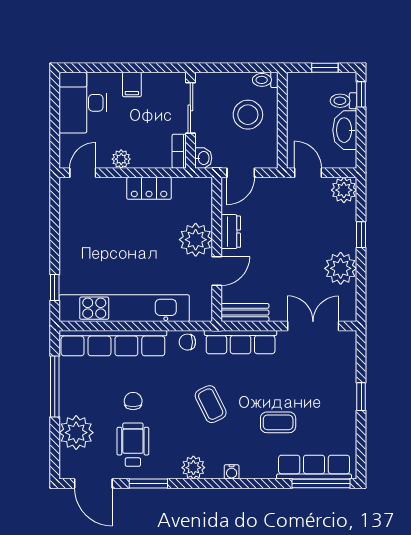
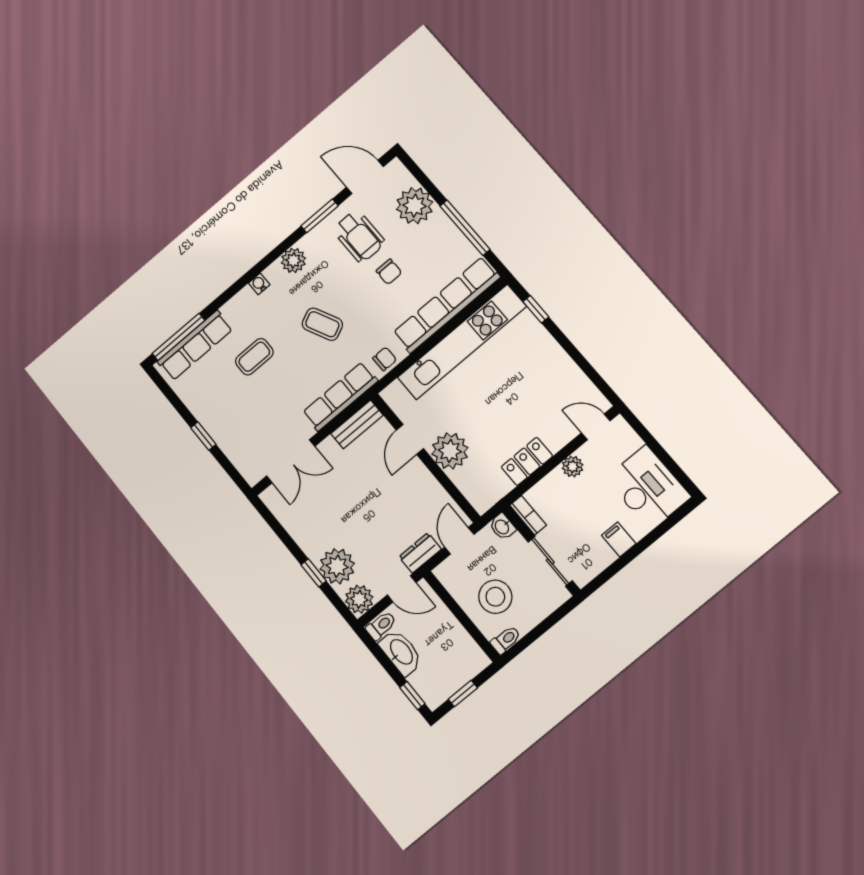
toilet: (344, 101) -> (381, 626), moved
door: (83, 173) -> (596, 427), swing flipped
dresser: (231, 232) -> (420, 553), moved, turned 90
plant: (341, 268) -> (337, 566), moved

